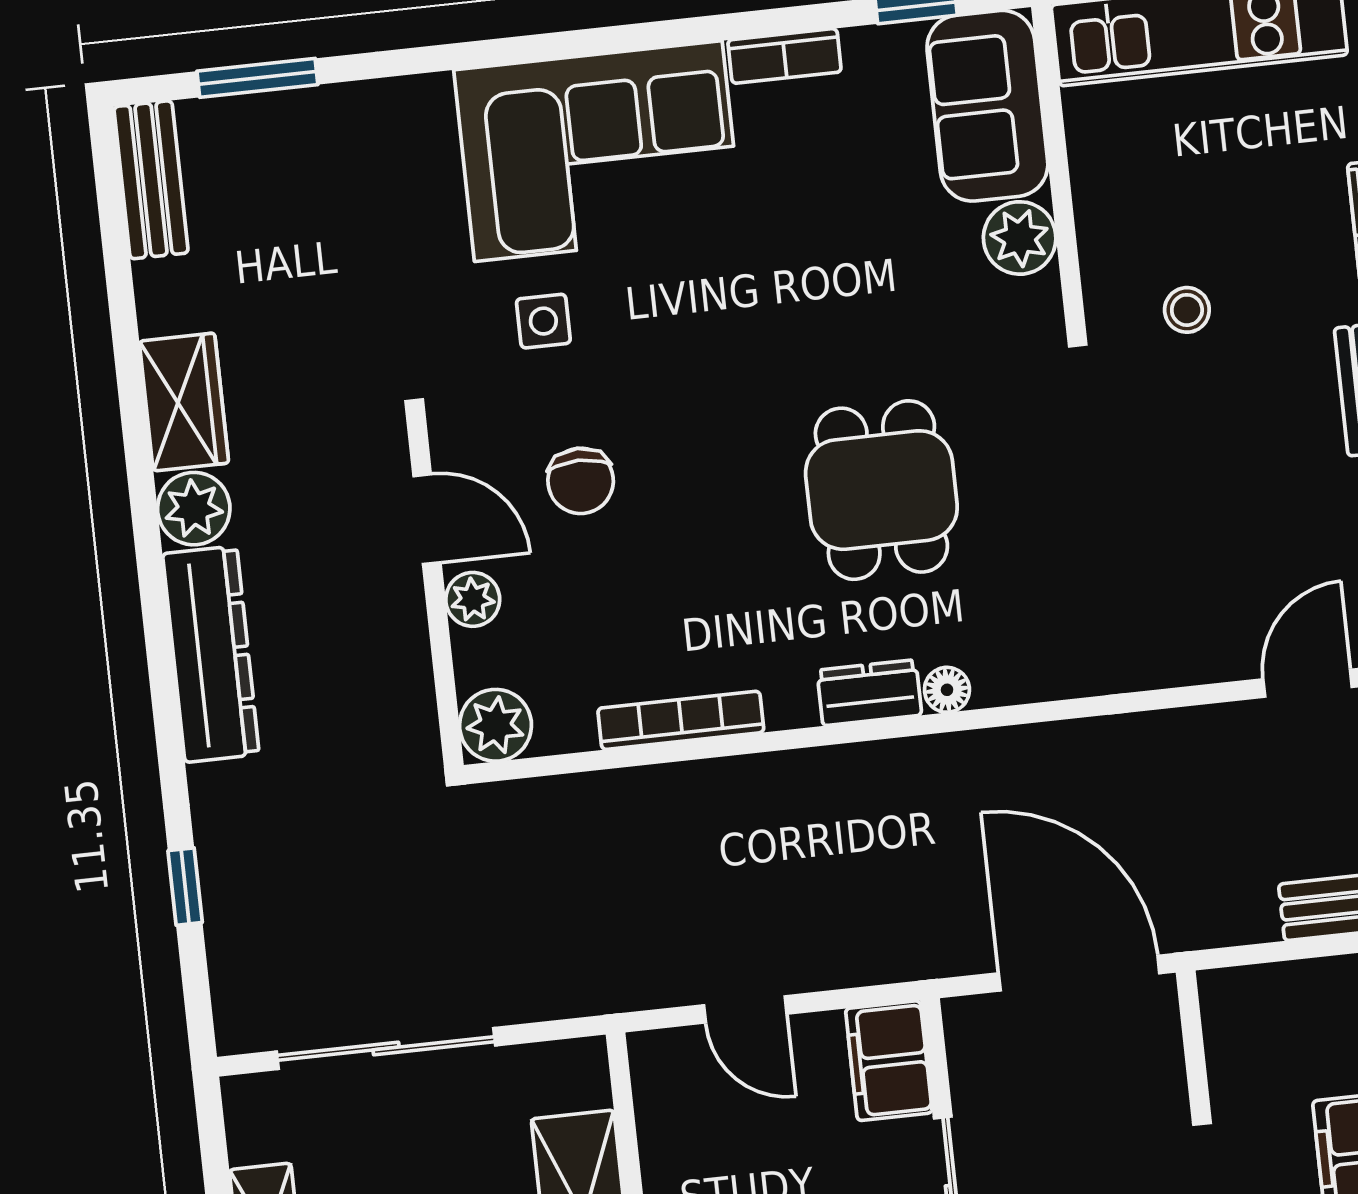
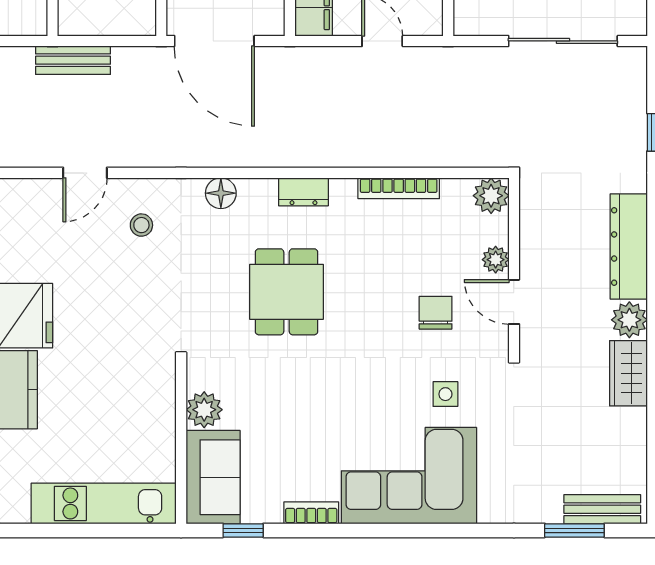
bench: (151, 180) -> (602, 509), moved, turned 90
stool: (1187, 310) -> (141, 225), moved
floor lamp: (947, 690) -> (221, 193), moved, width x1.37, depth x1.37

